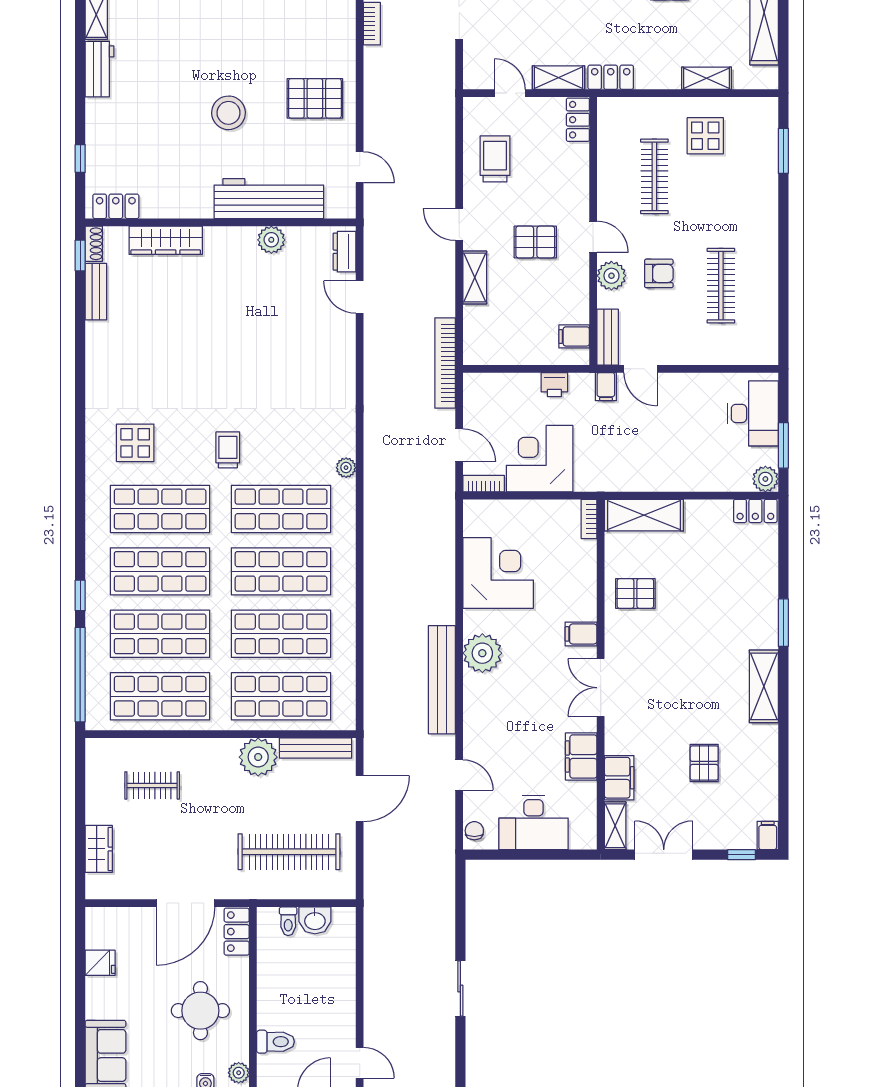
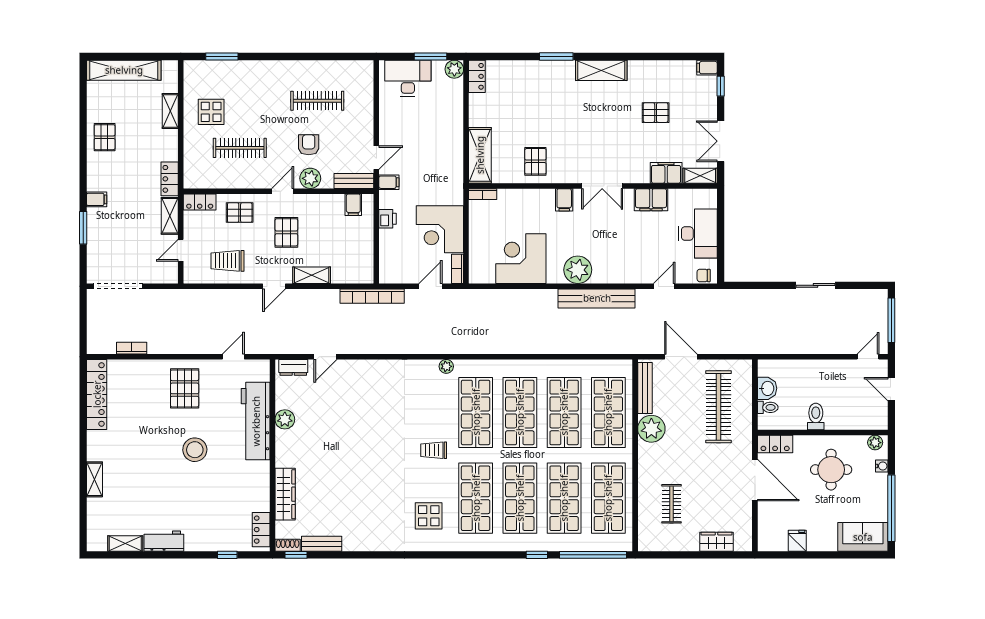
pallet: (563, 176) -> (240, 213), added
toilet: (275, 1042) -> (816, 416), moved

